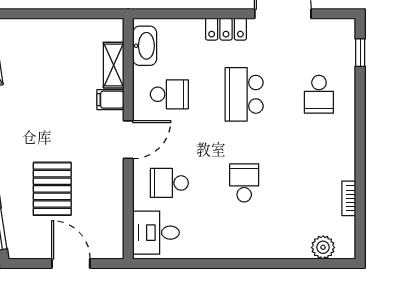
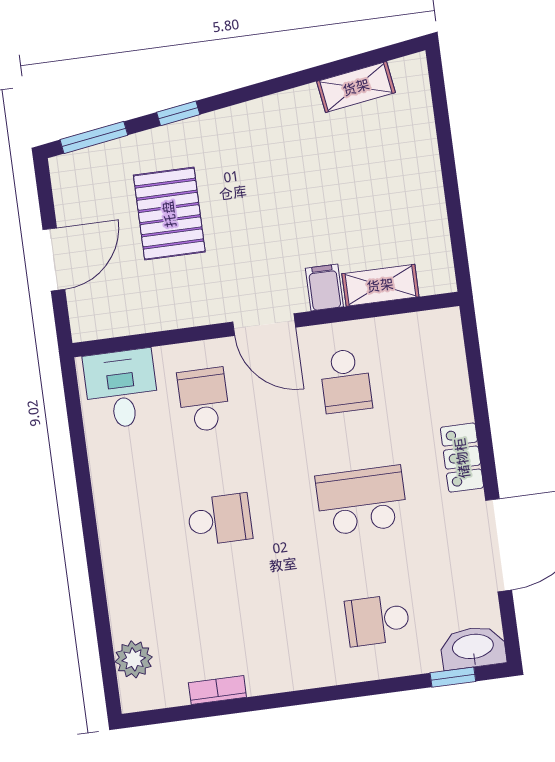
washbasin: (145, 46) -> (473, 648), moved, turned 180
pallet: (52, 189) -> (169, 214), turned 90

